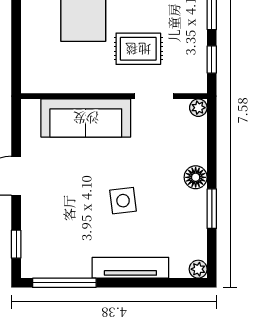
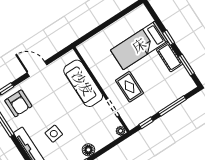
side table: (123, 201) -> (54, 134), moved
armchair: (51, 240) -> (18, 103), added

